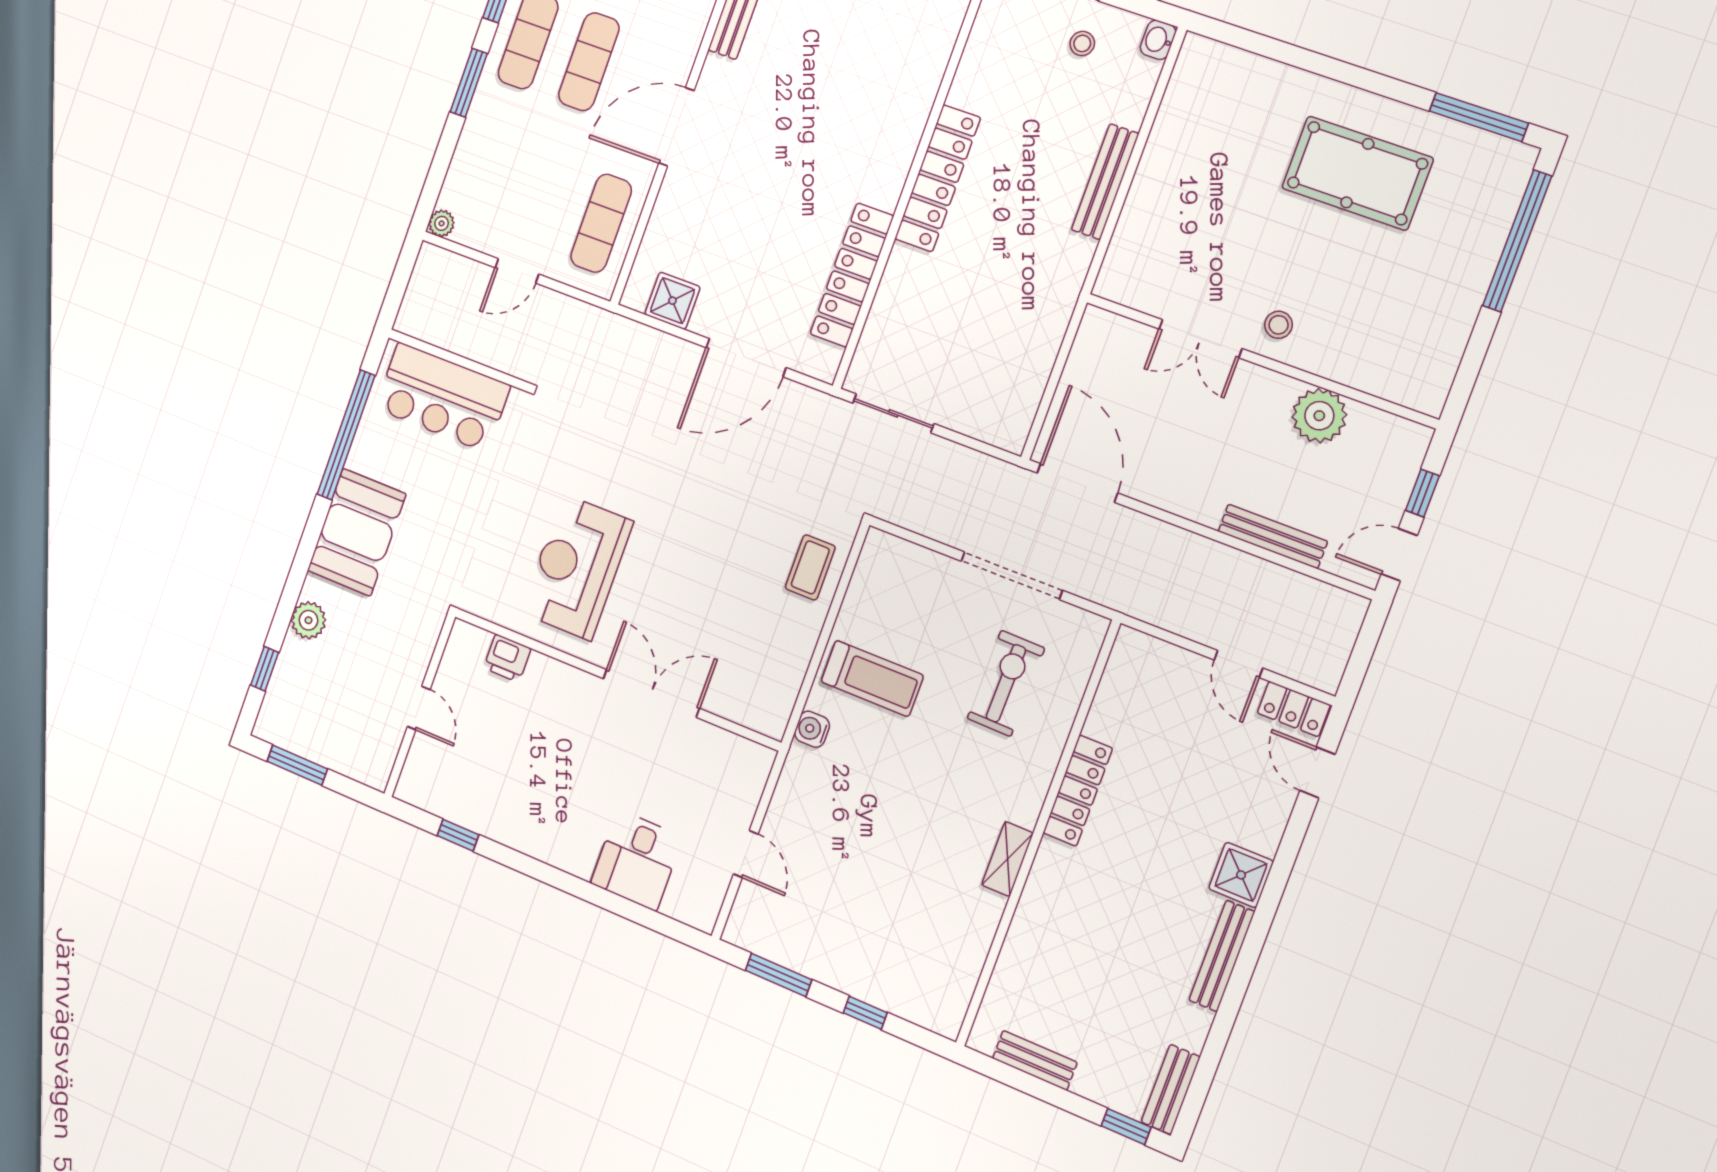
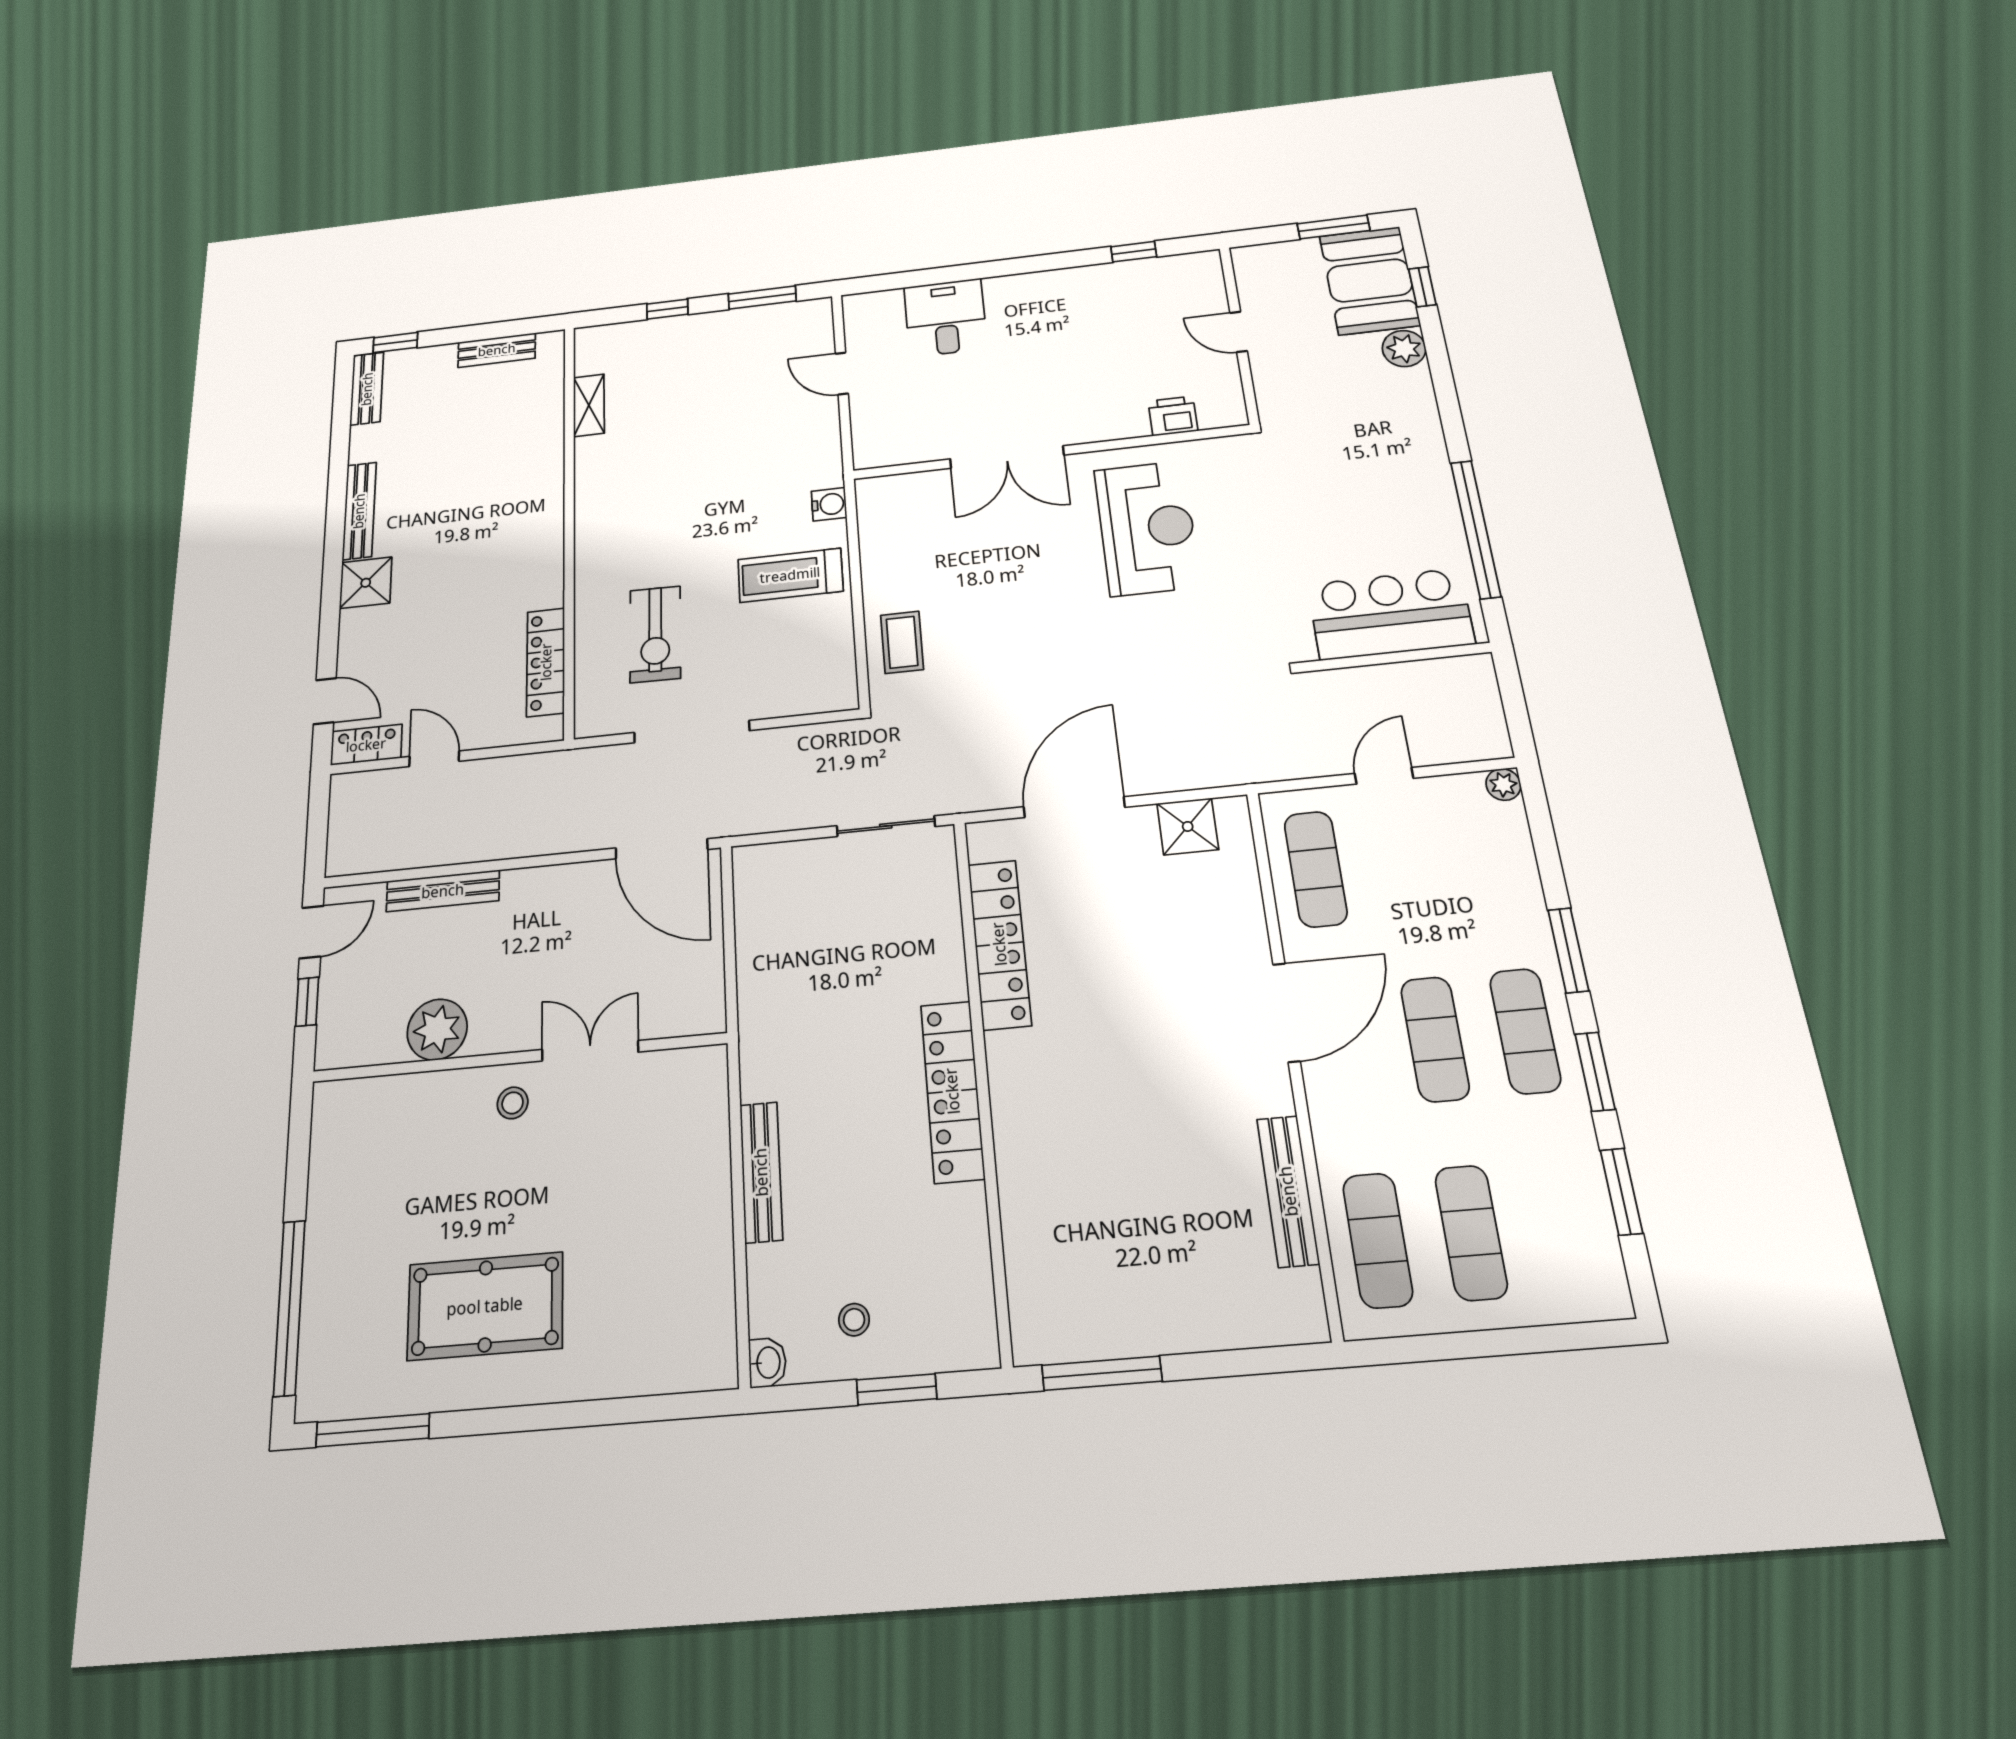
booth: (357, 532) -> (1369, 280), moved
locker: (1078, 791) -> (546, 662), moved
shelving: (1007, 859) -> (589, 405), moved

